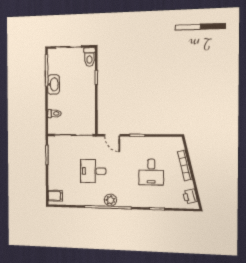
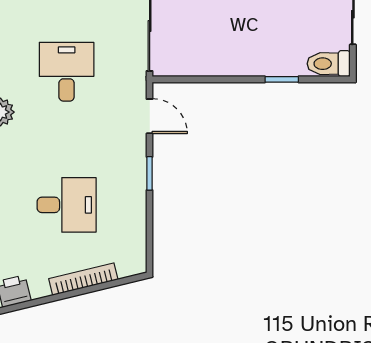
door: (112, 135) -> (150, 116), swing flipped
desk: (151, 172) -> (67, 205), turned 180

